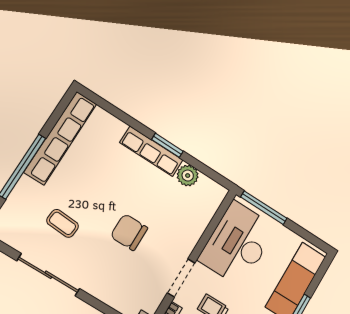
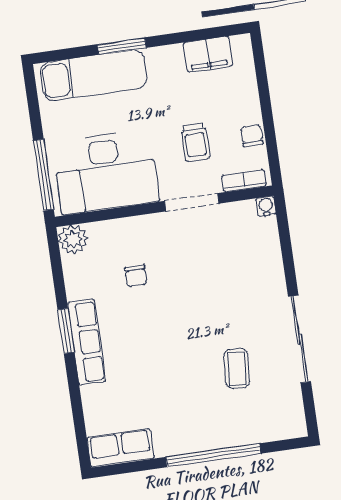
row of seats: (60, 138) -> (120, 448), width x0.50
plant: (188, 176) -> (73, 239), moved
chair: (129, 232) -> (136, 276), moved, width x0.54, depth x0.54

